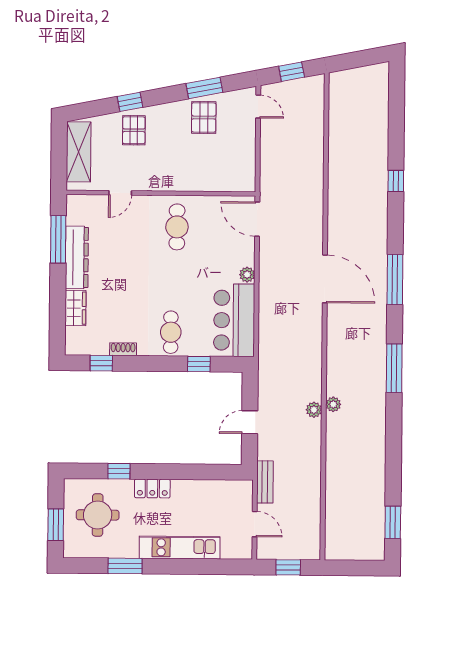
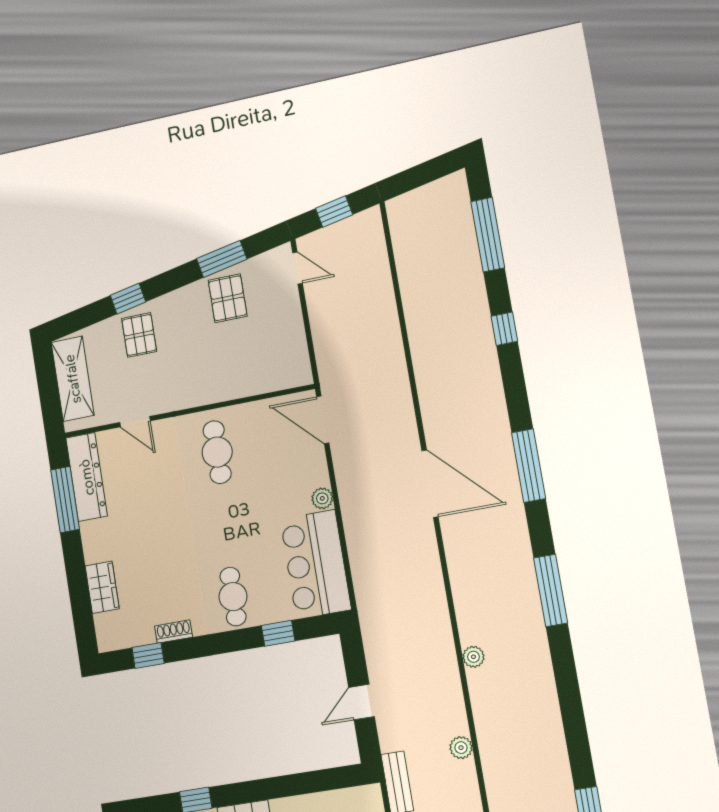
window: (396, 112) -> (488, 235), added
door: (120, 193) -> (135, 422), hinge flipped
dresser: (77, 257) -> (87, 477), moved
plant: (314, 410) -> (461, 748), moved

